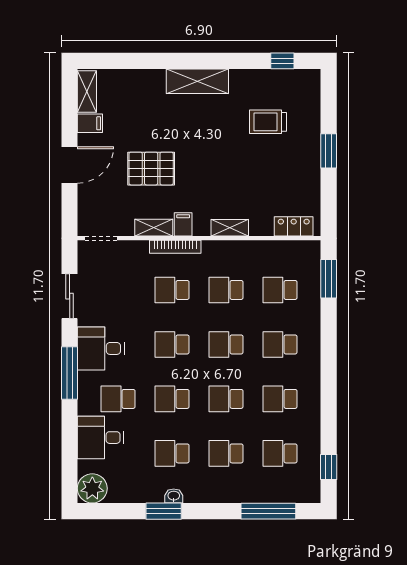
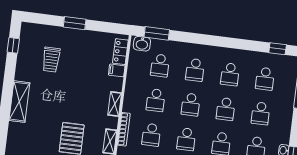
filing cabinet: (183, 224) -> (117, 70), moved
shelving: (230, 228) -> (115, 104), moved
washbasin: (310, 258) -> (142, 44), added

